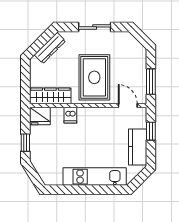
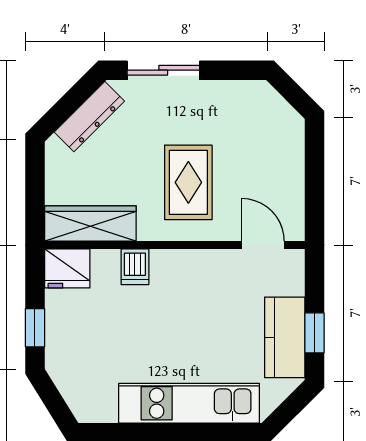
sliding door: (95, 27) -> (163, 70), moved
rug: (94, 77) -> (188, 182), width x0.73, depth x0.70
window: (151, 82) -> (314, 192), removed
window: (151, 131) -> (314, 333), moved

